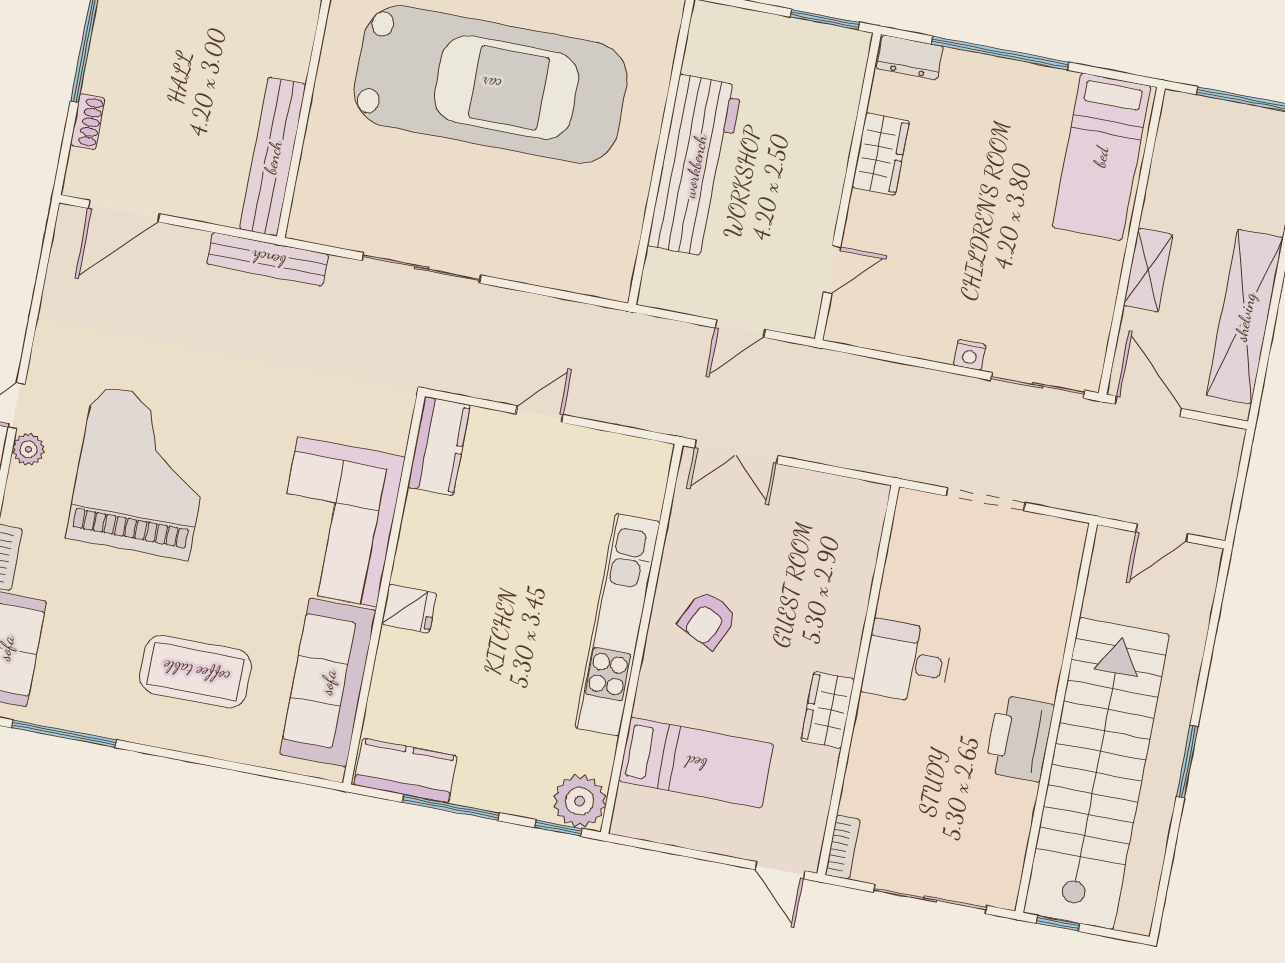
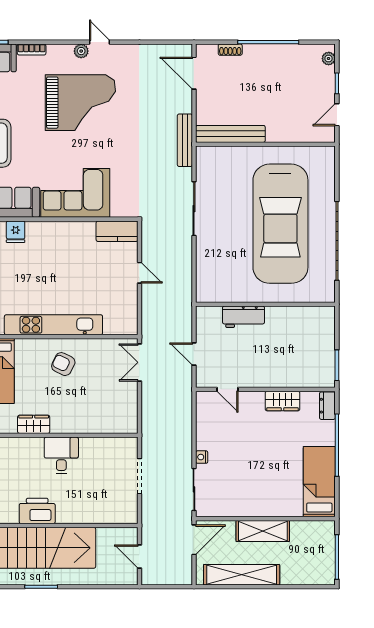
bed: (1101, 157) -> (319, 482), moved, turned 90
workbench: (695, 166) -> (243, 317), width x0.53, depth x0.76
shelving: (1148, 270) -> (263, 531), width x1.50, depth x1.33
fridge: (409, 609) -> (16, 232), moved

